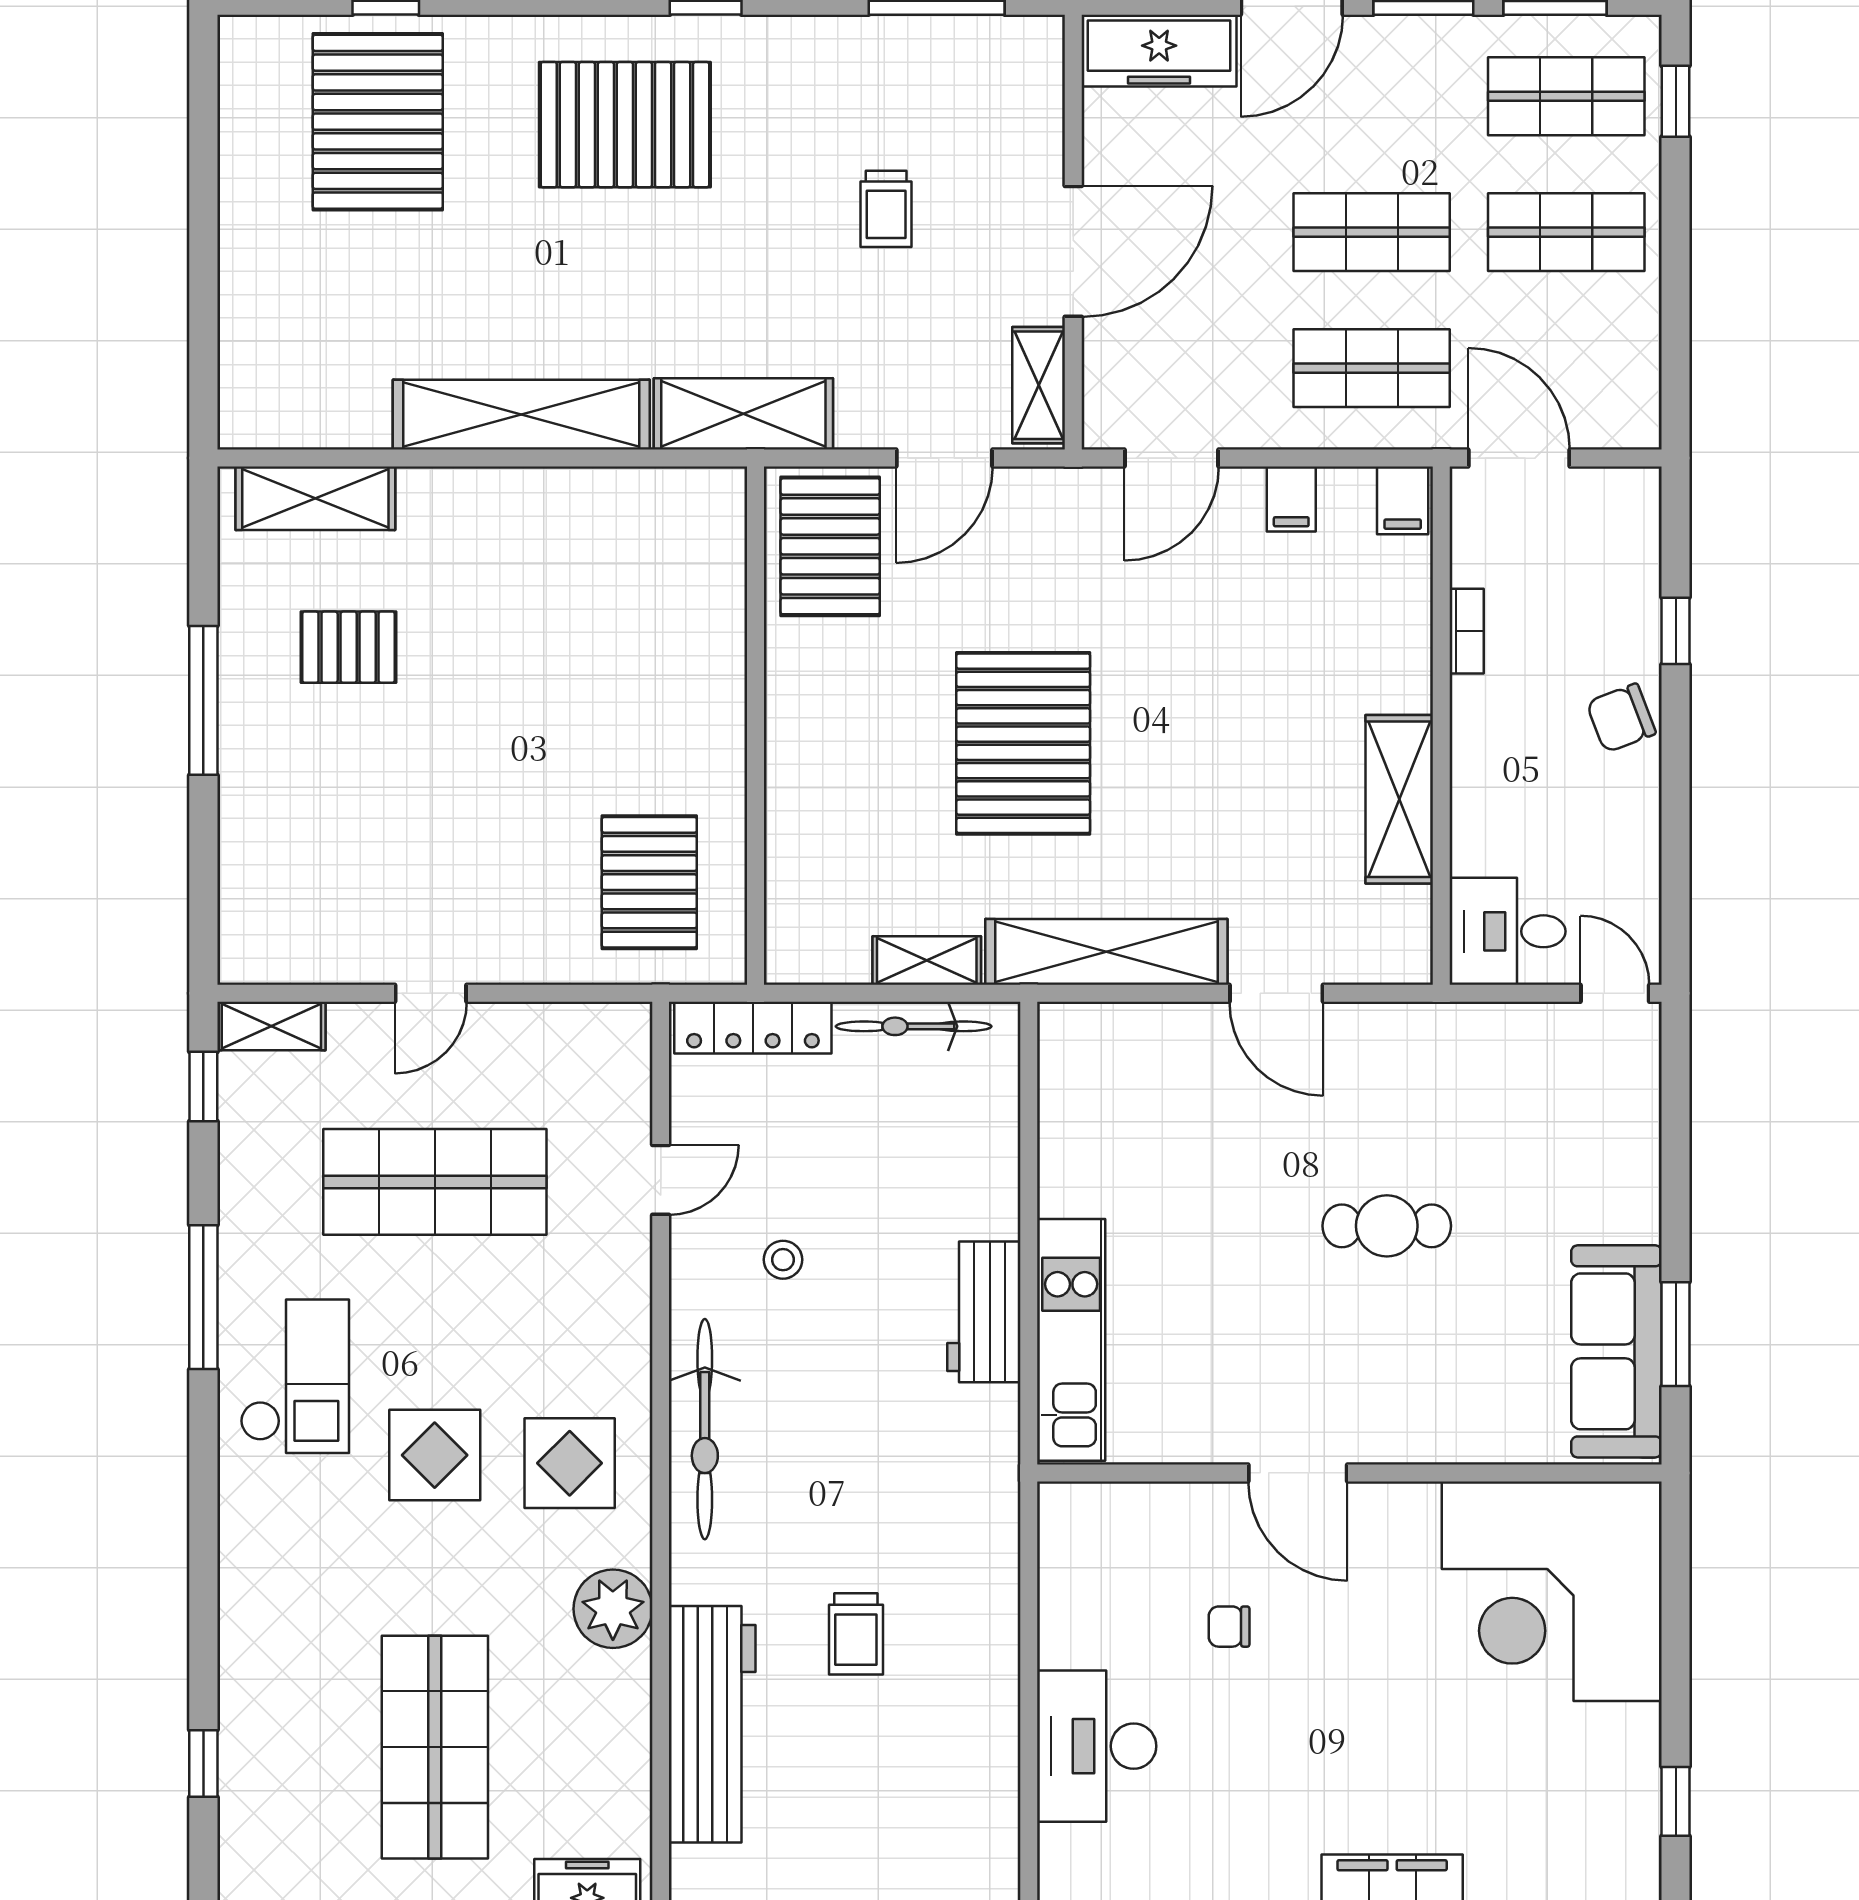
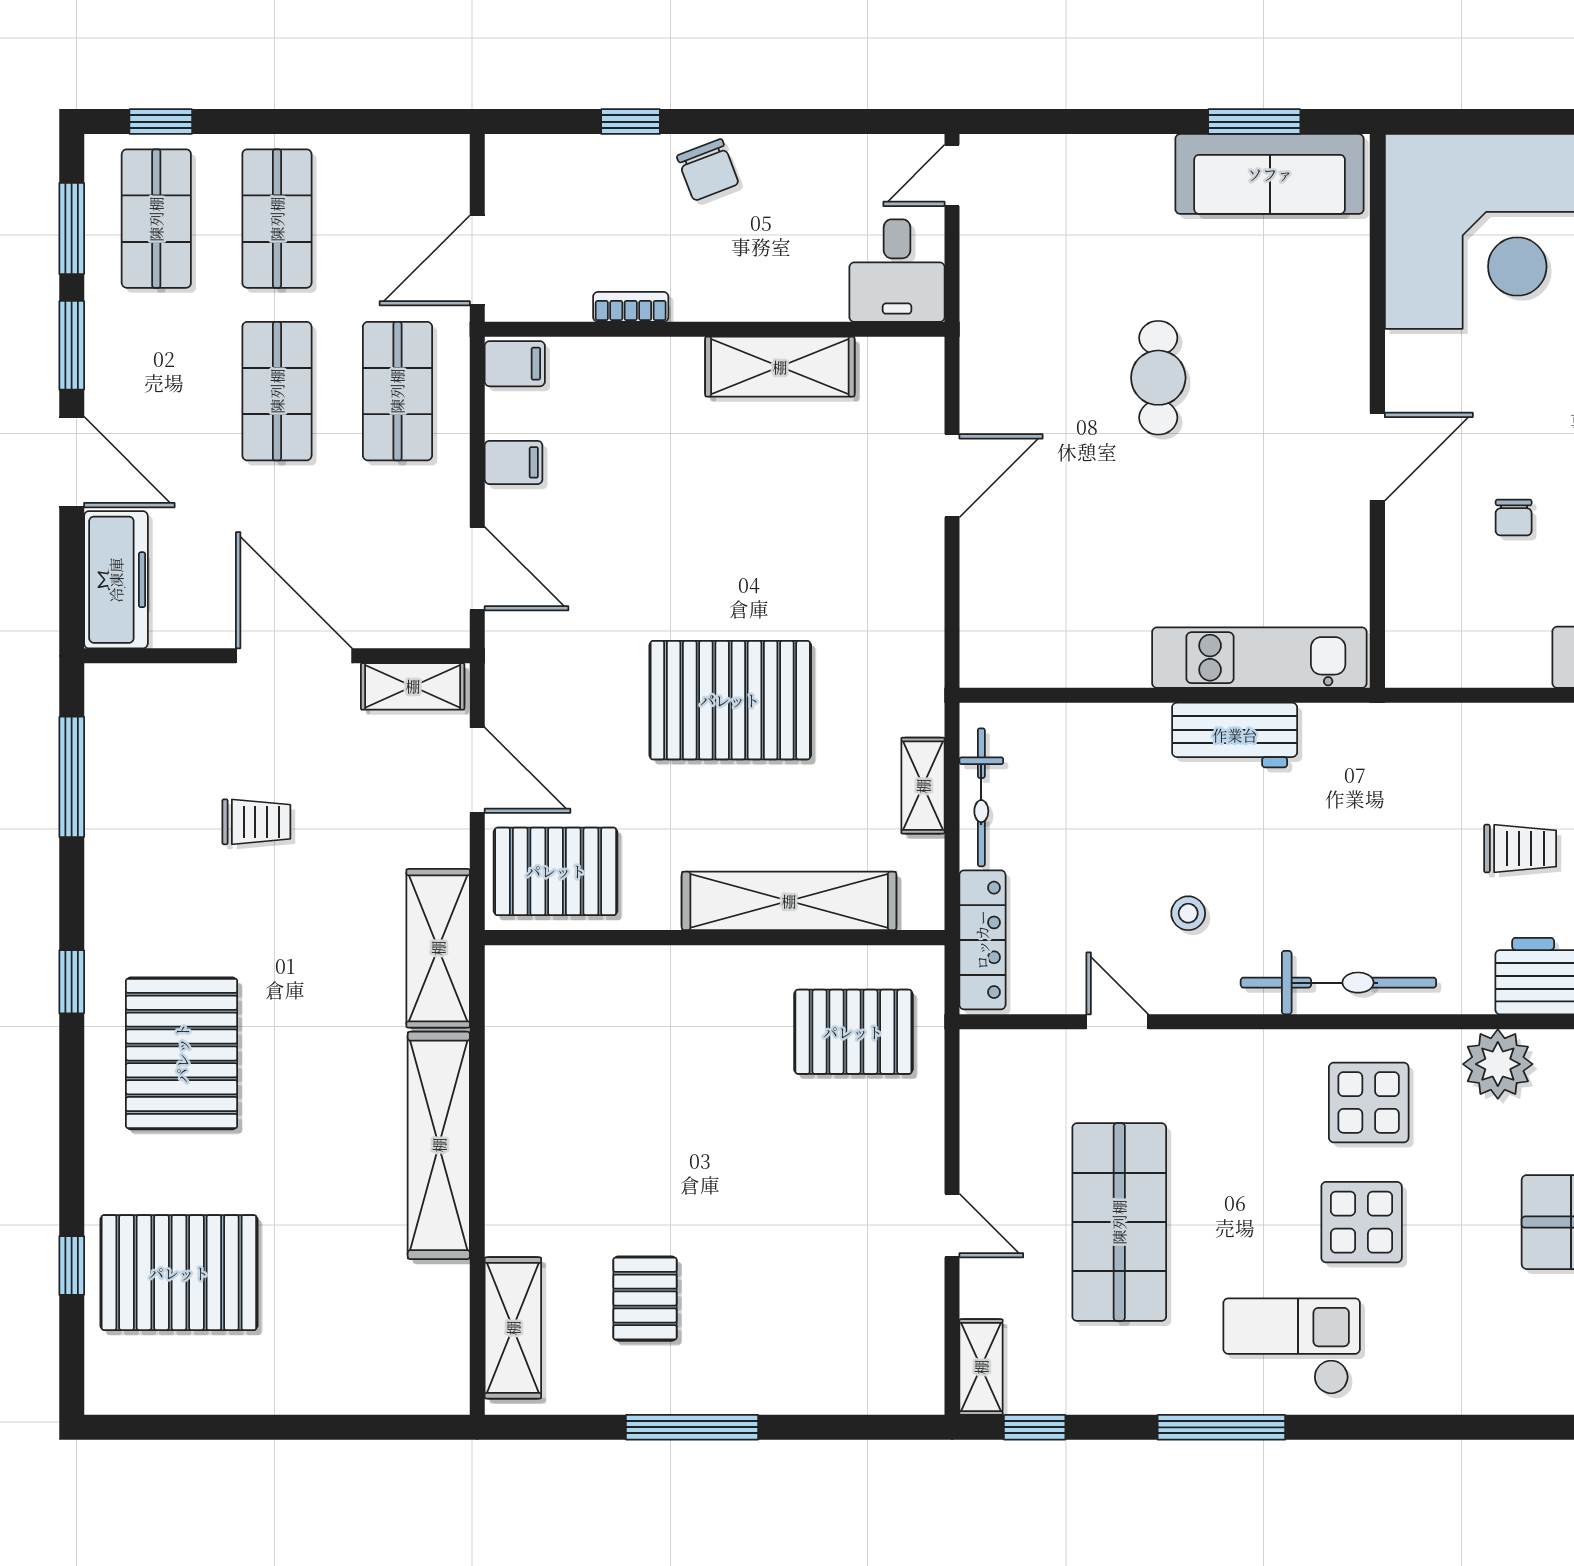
shelving: (1106, 952) -> (789, 901), moved, turned 90

